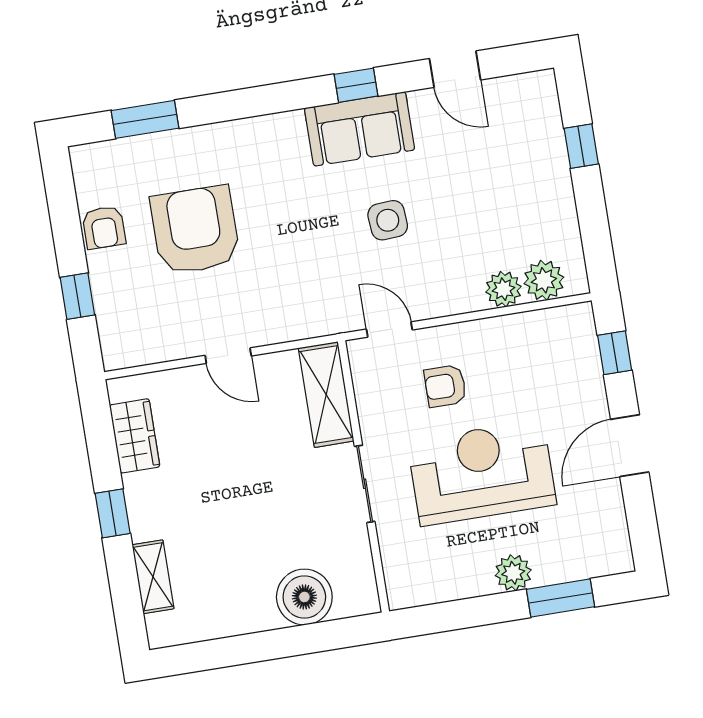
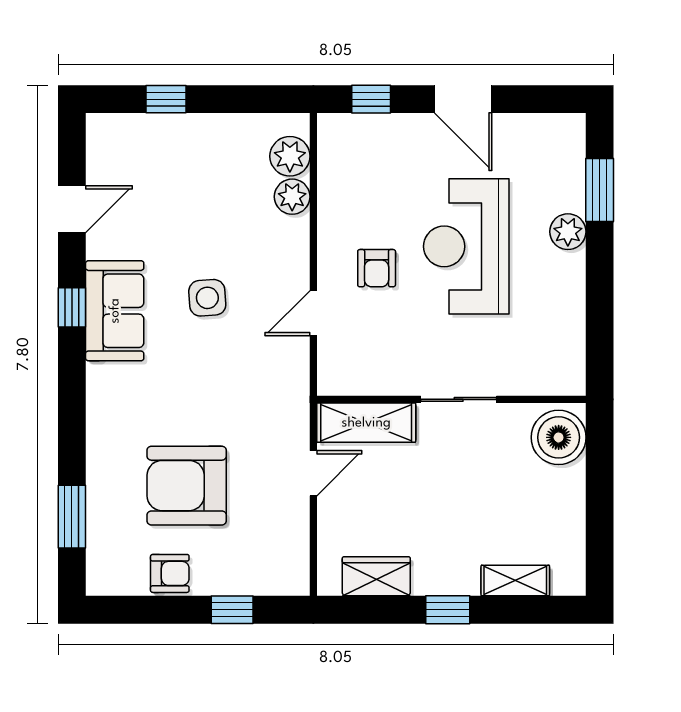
shelving: (326, 394) -> (366, 423), moved
wall: (363, 476) -> (451, 399), moved
sliding door: (365, 484) -> (459, 399), moved

